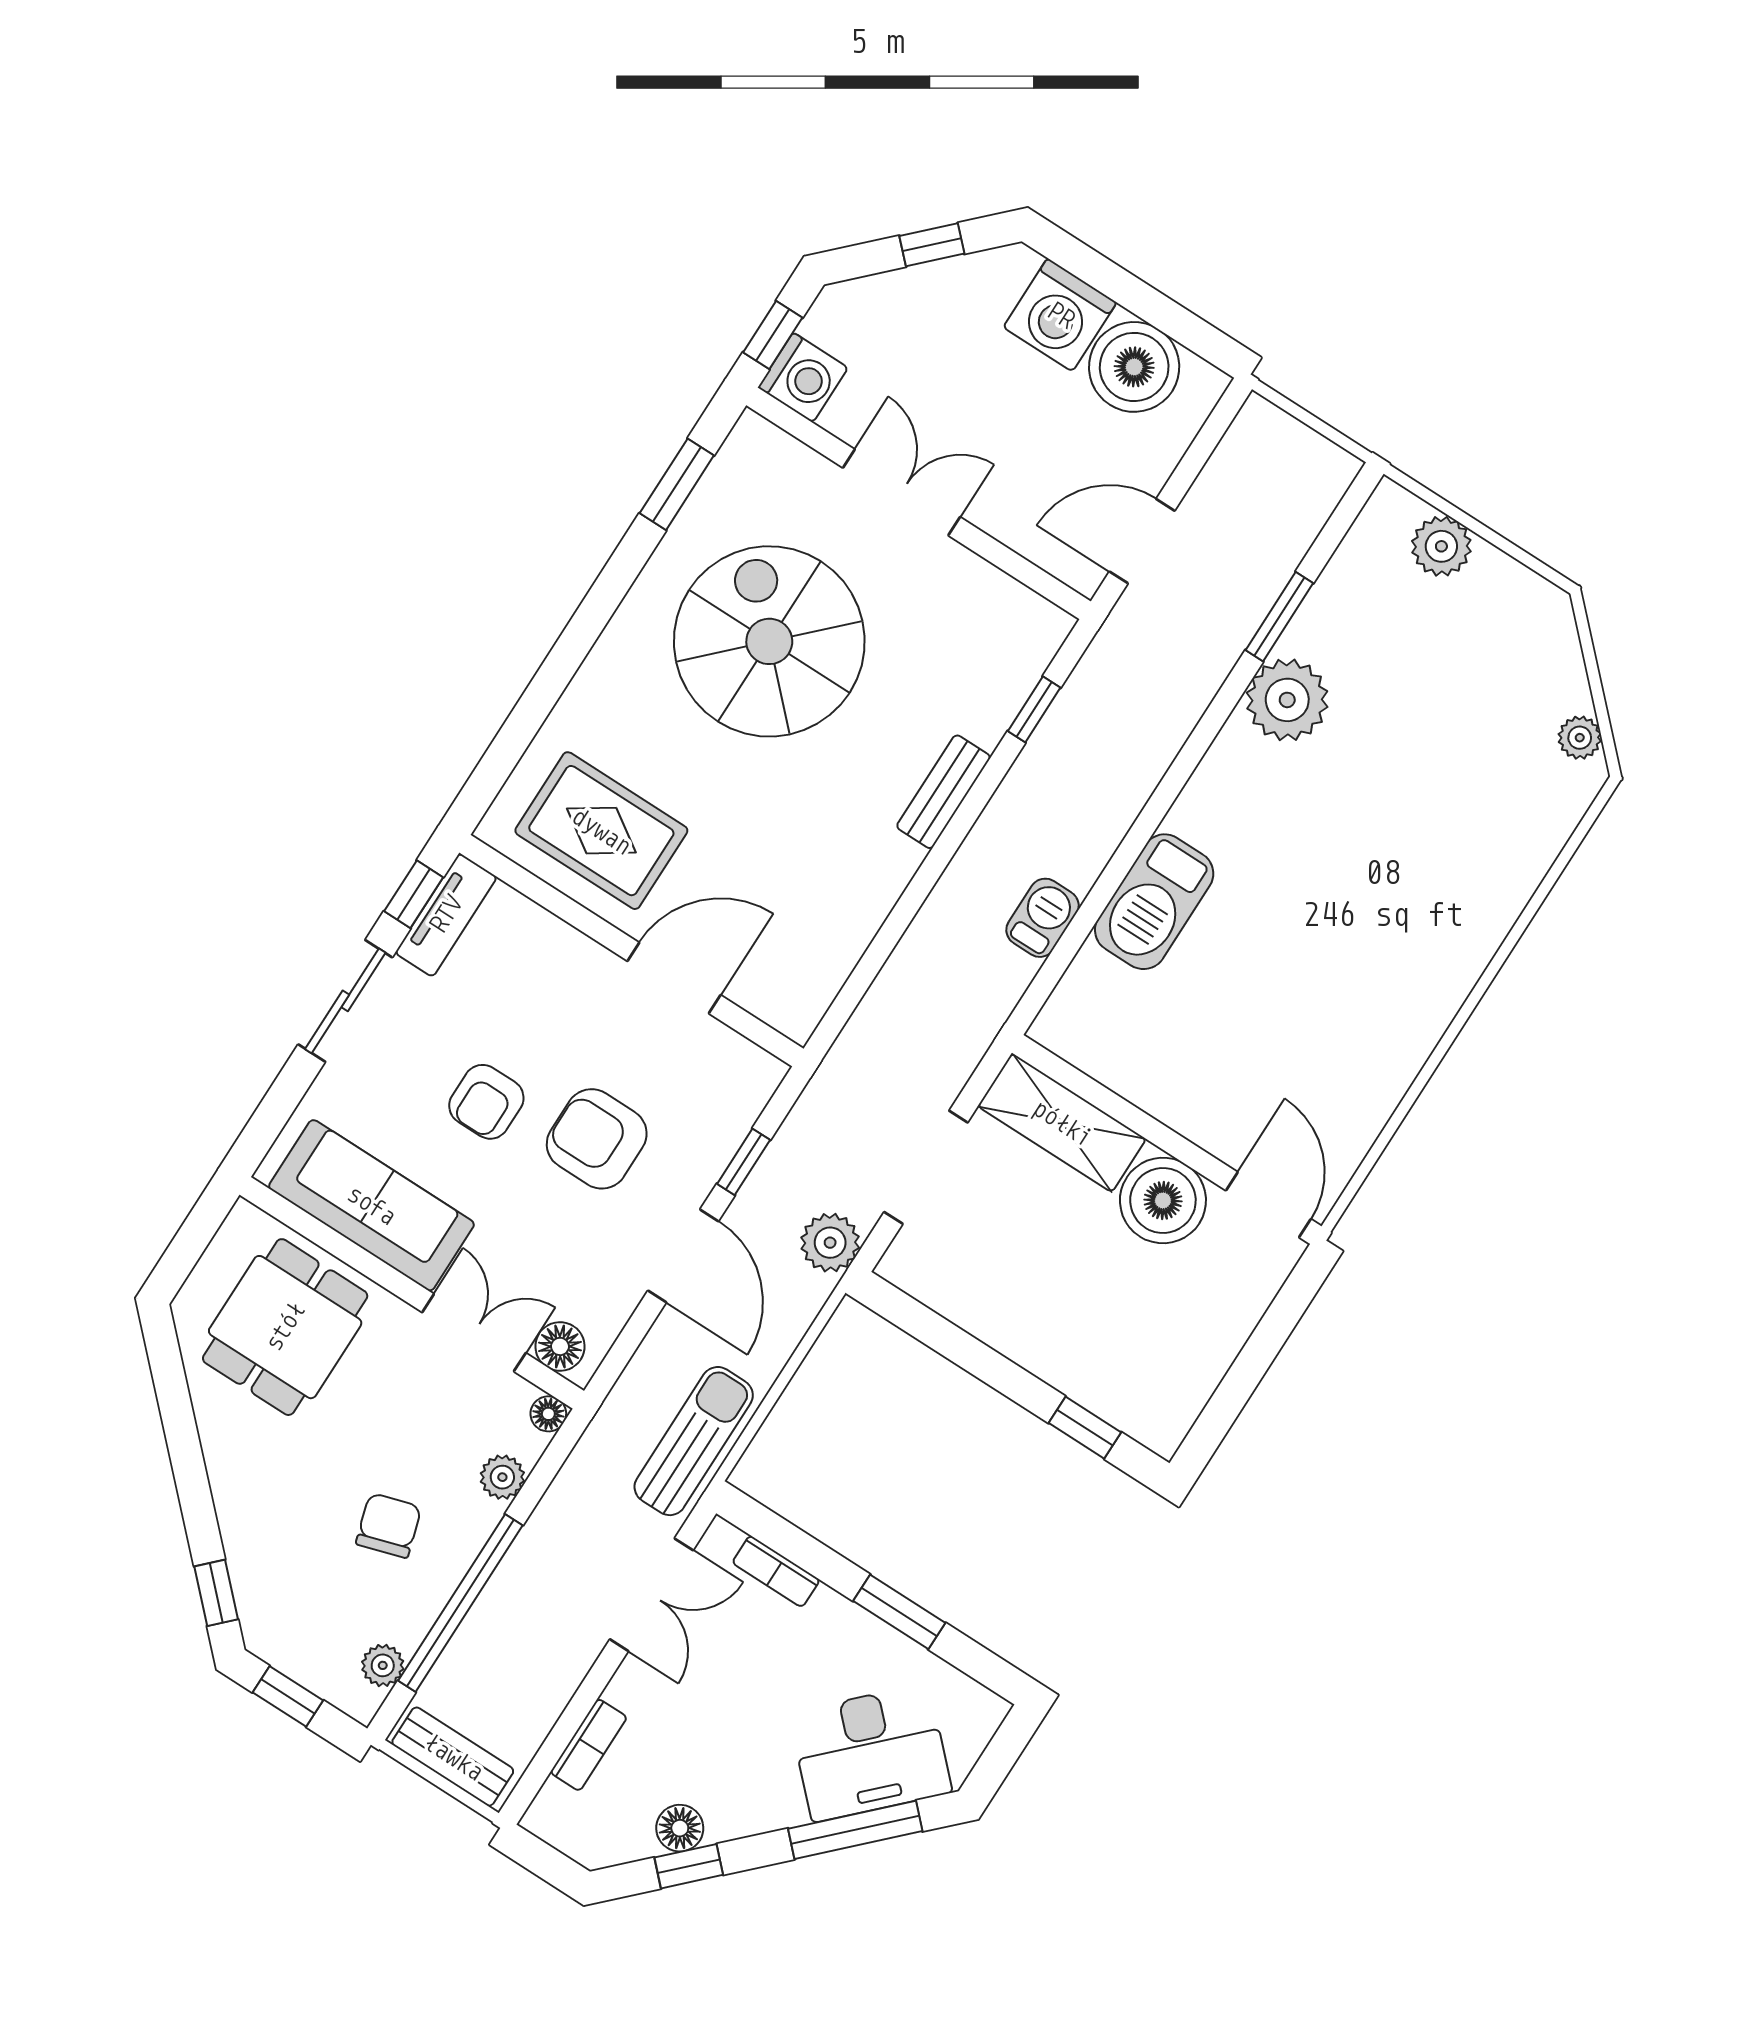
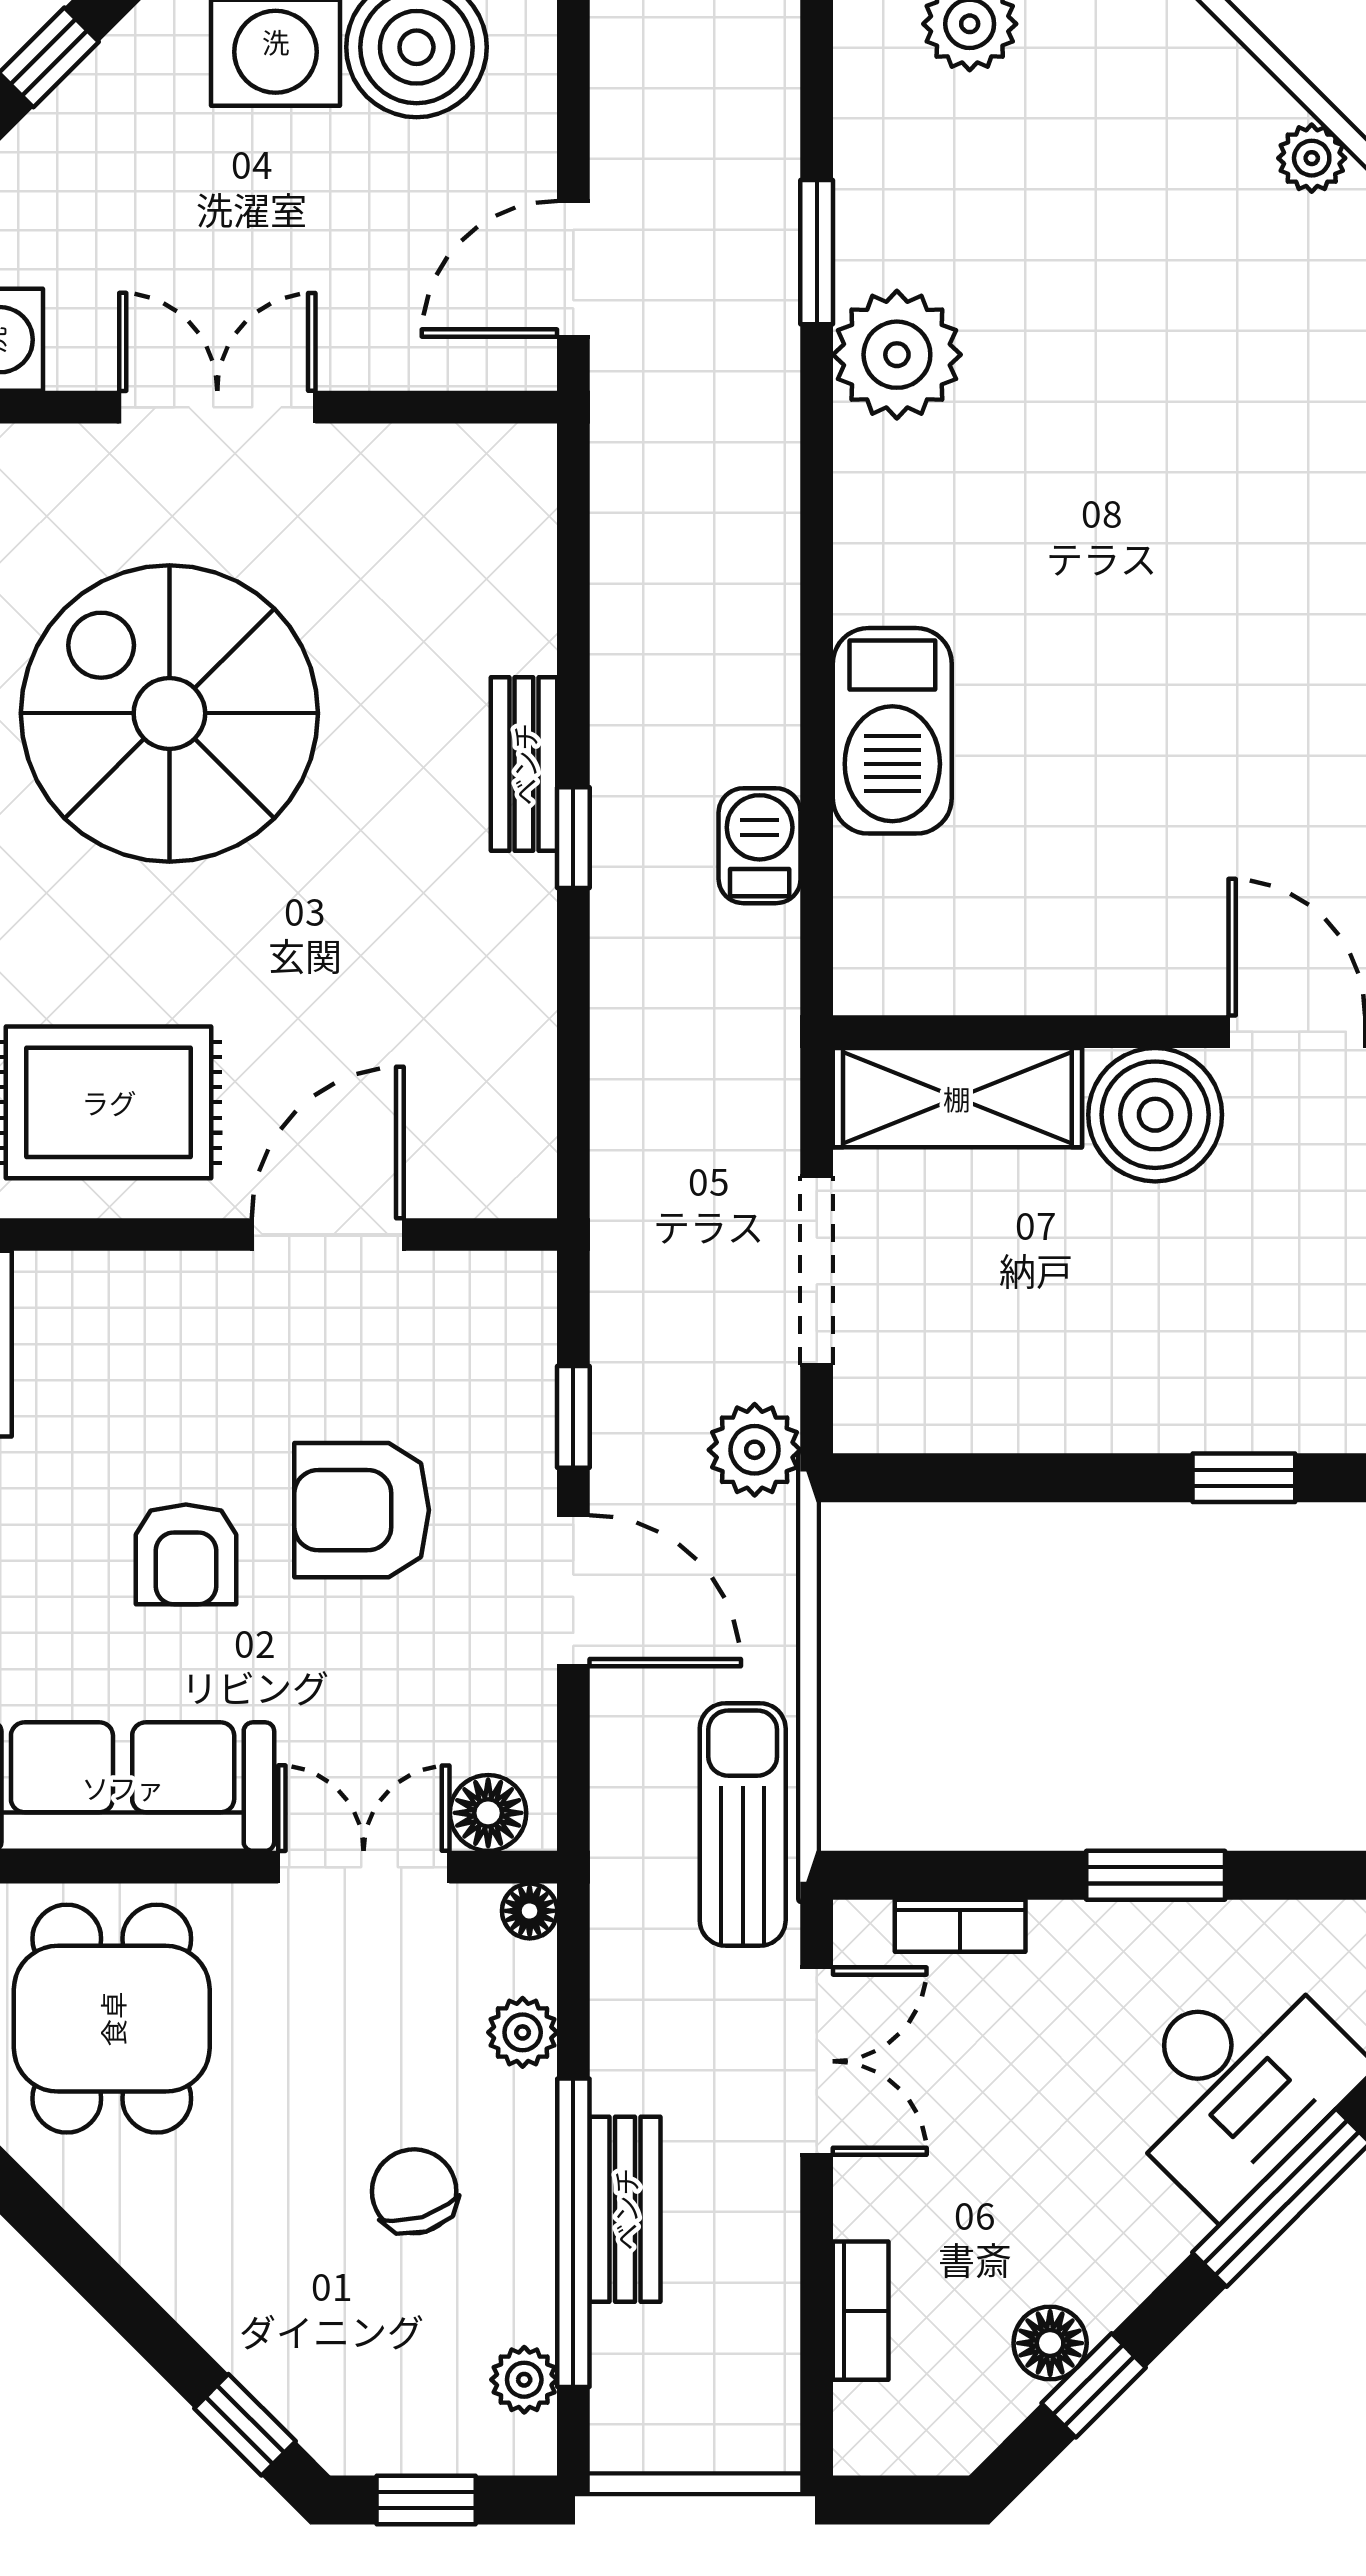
window: (1034, 709) -> (573, 838), moved
bench: (453, 1757) -> (625, 2209), moved, turned 90

